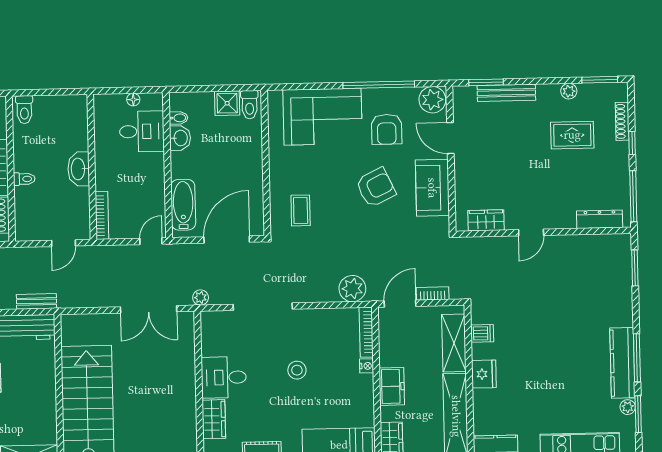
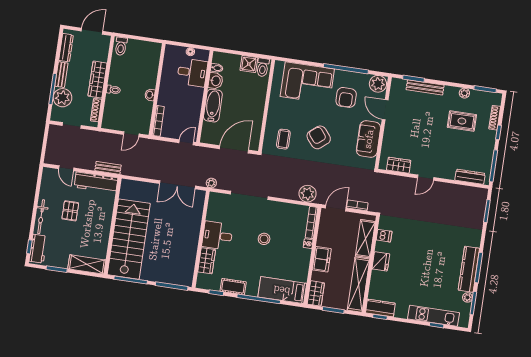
washbasin: (79, 169) -> (150, 95), width x0.52, depth x0.69
armchair: (376, 187) -> (319, 137), moved, turned -103
bathtub: (183, 205) -> (213, 106), moved

